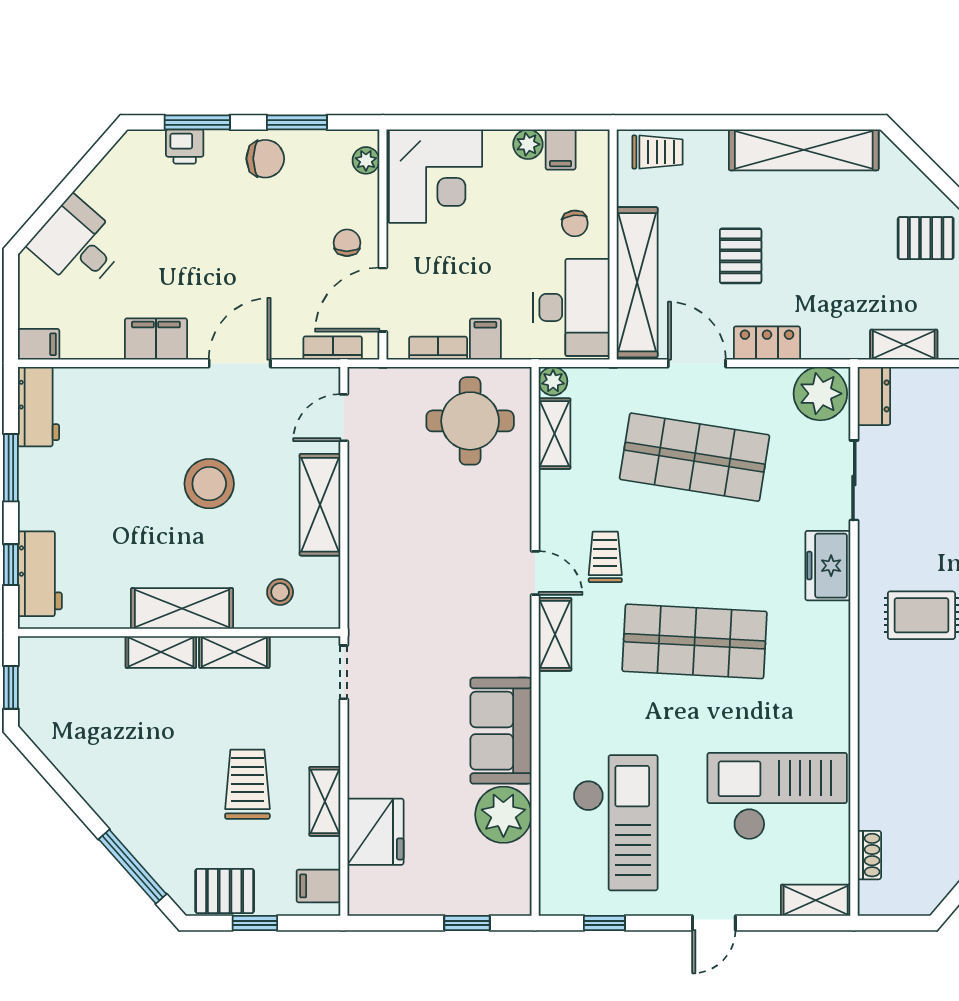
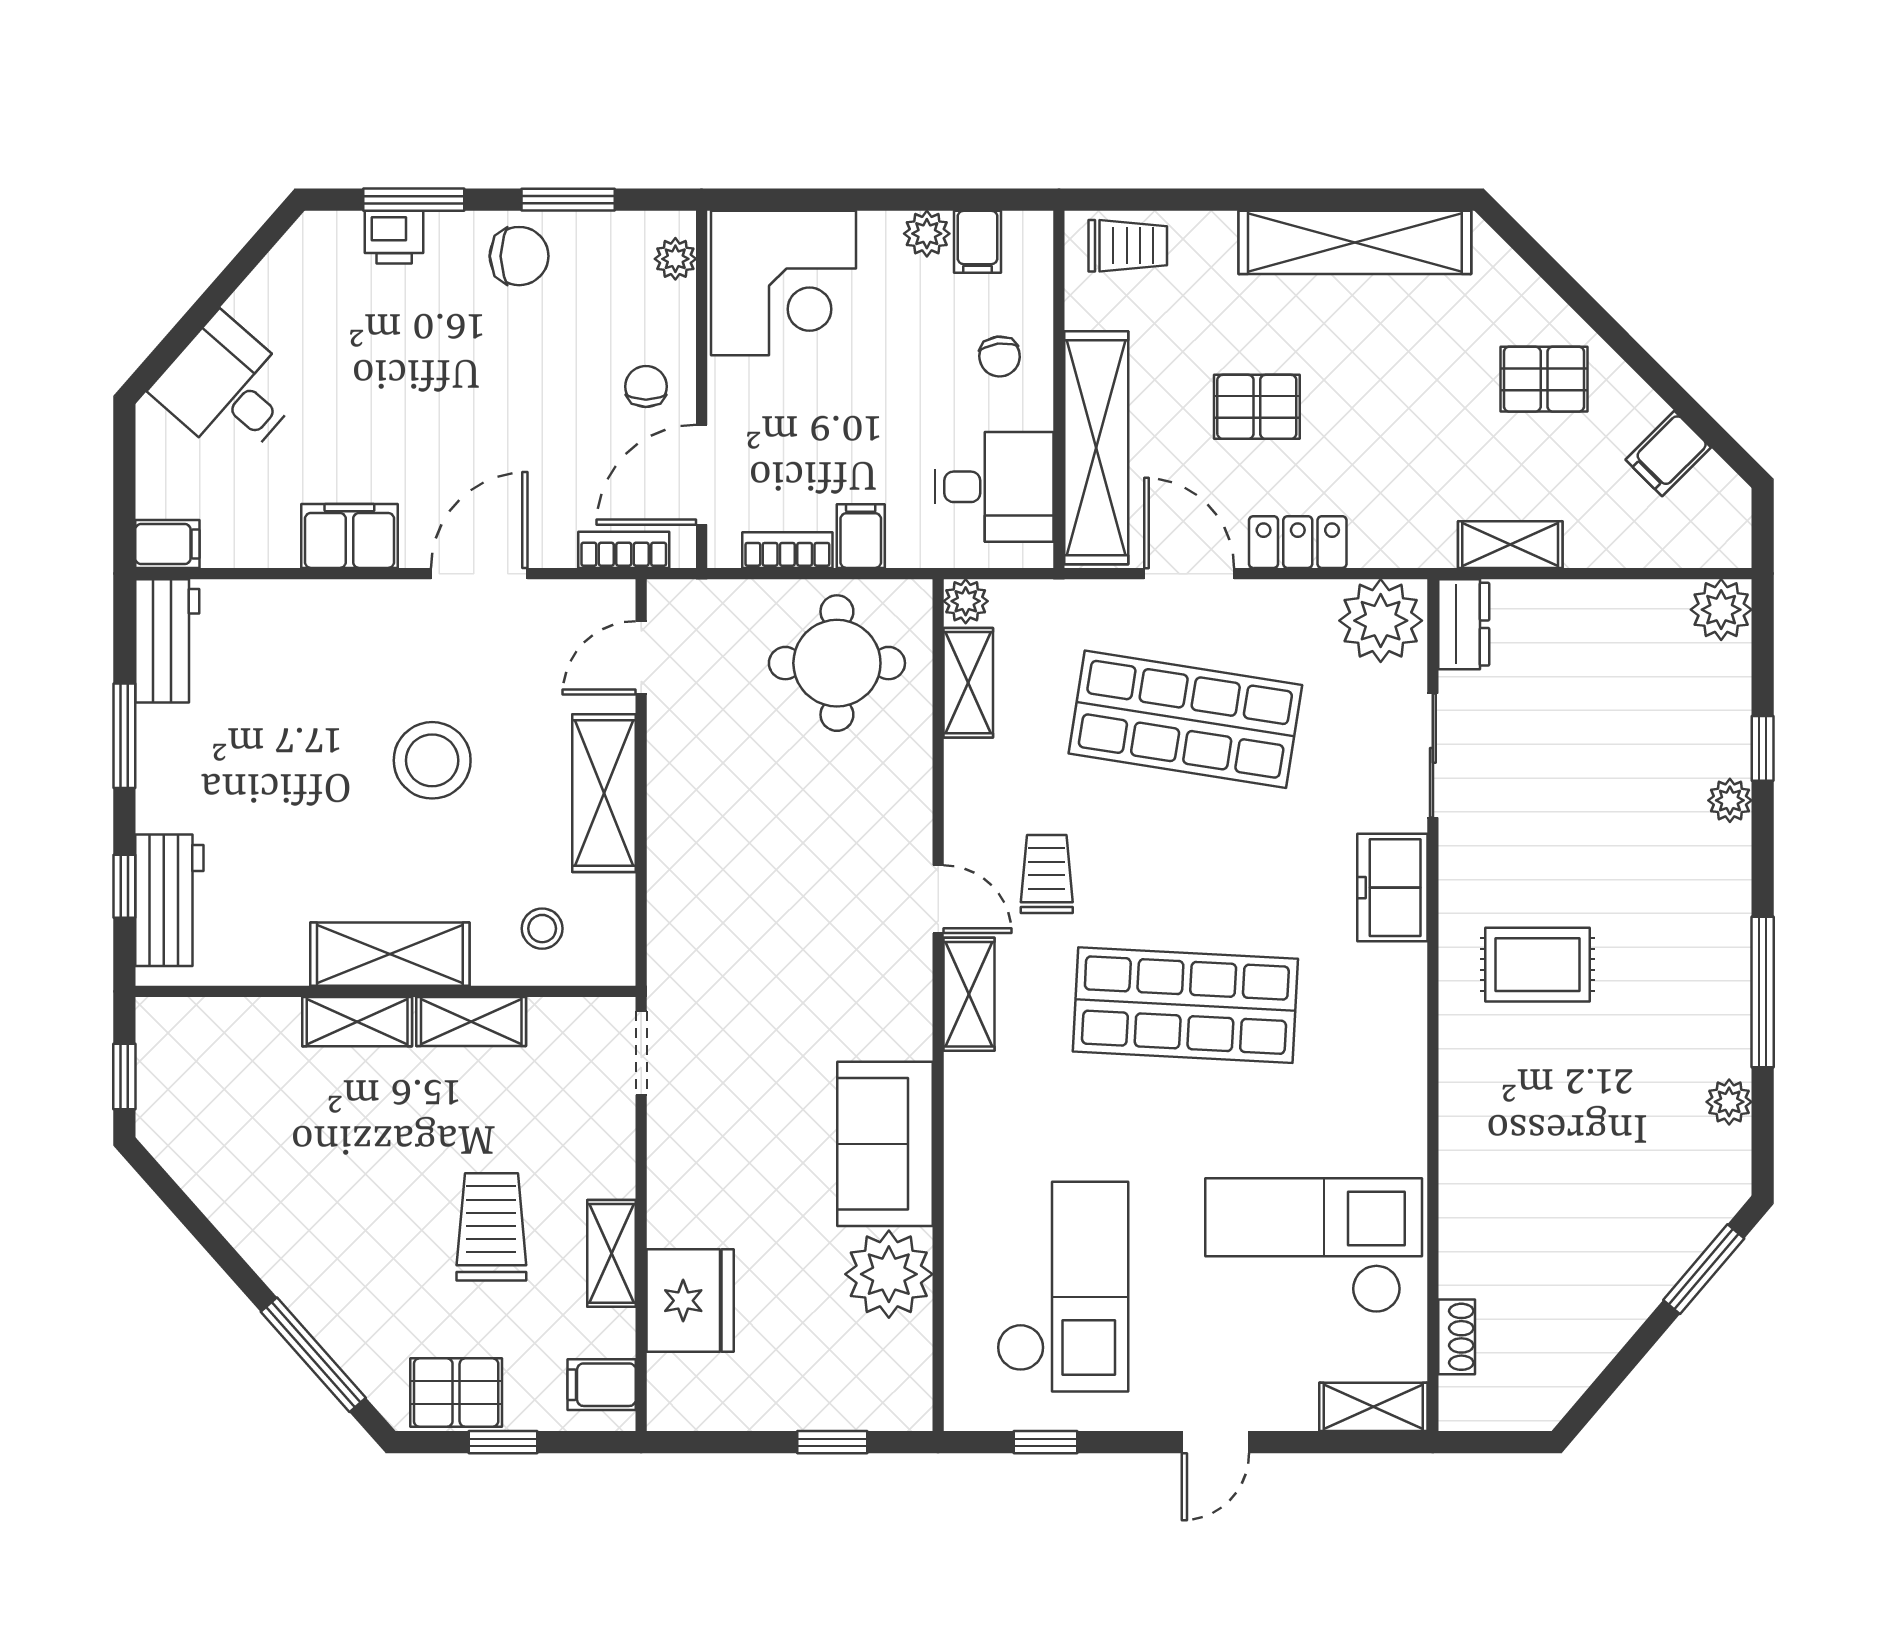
pallet: (741, 256) -> (1257, 407), turned 90
desk: (571, 307) -> (994, 487), width x0.73

